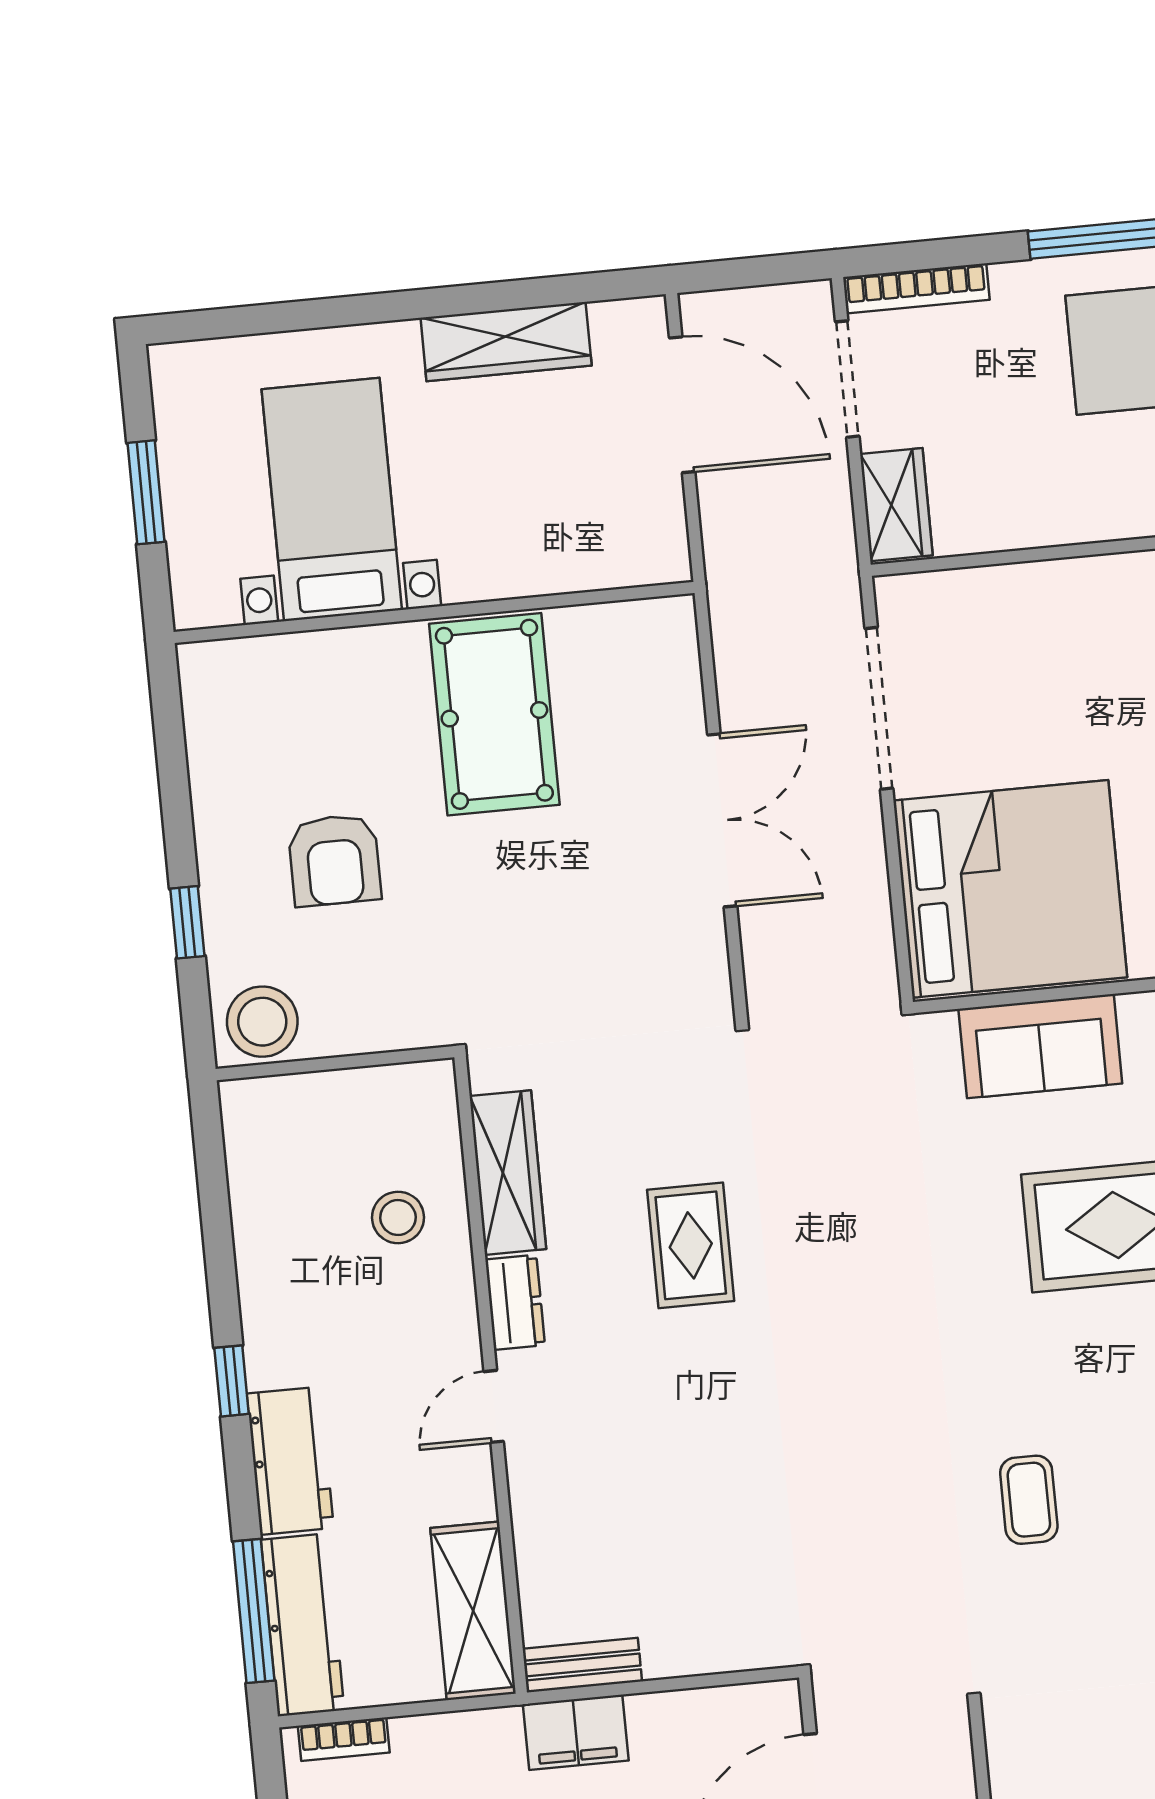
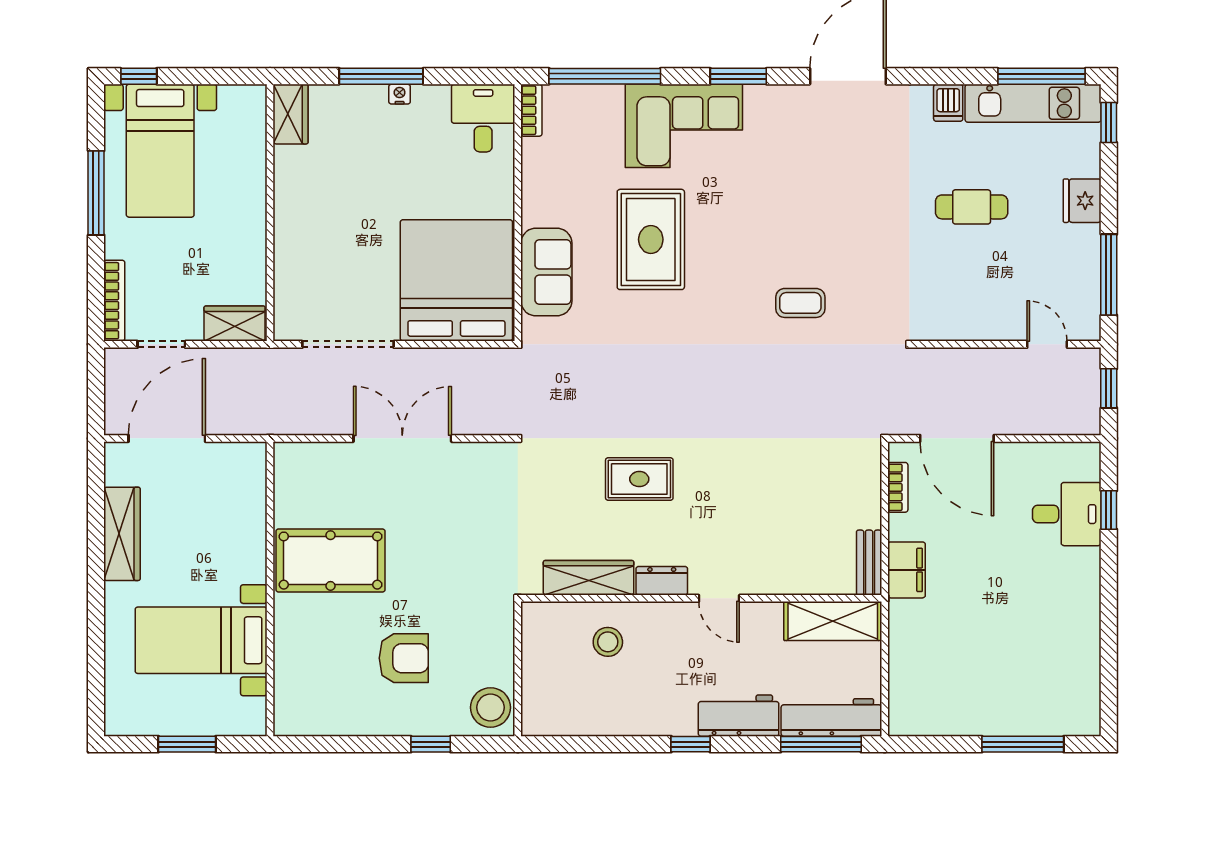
doorway: (847, 379) -> (161, 344), width x0.73
bookcase: (344, 1739) -> (898, 487), moved

